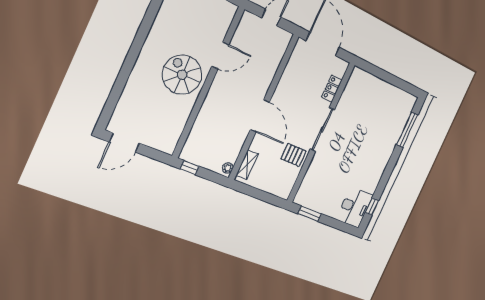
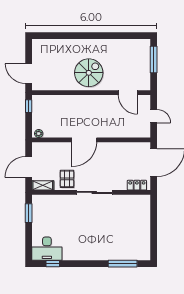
door: (220, 56) -> (128, 93), moved
locker: (332, 89) -> (137, 185), moved
door: (124, 143) -> (29, 74), moved
shelving: (247, 165) -> (43, 185), moved
door: (260, 195) -> (29, 167), added

